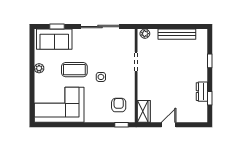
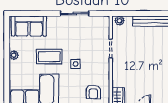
window: (57, 27) -> (32, 14), removed
sliding door: (100, 27) -> (75, 14), width x0.73
armchair: (119, 105) -> (93, 92), turned 180

